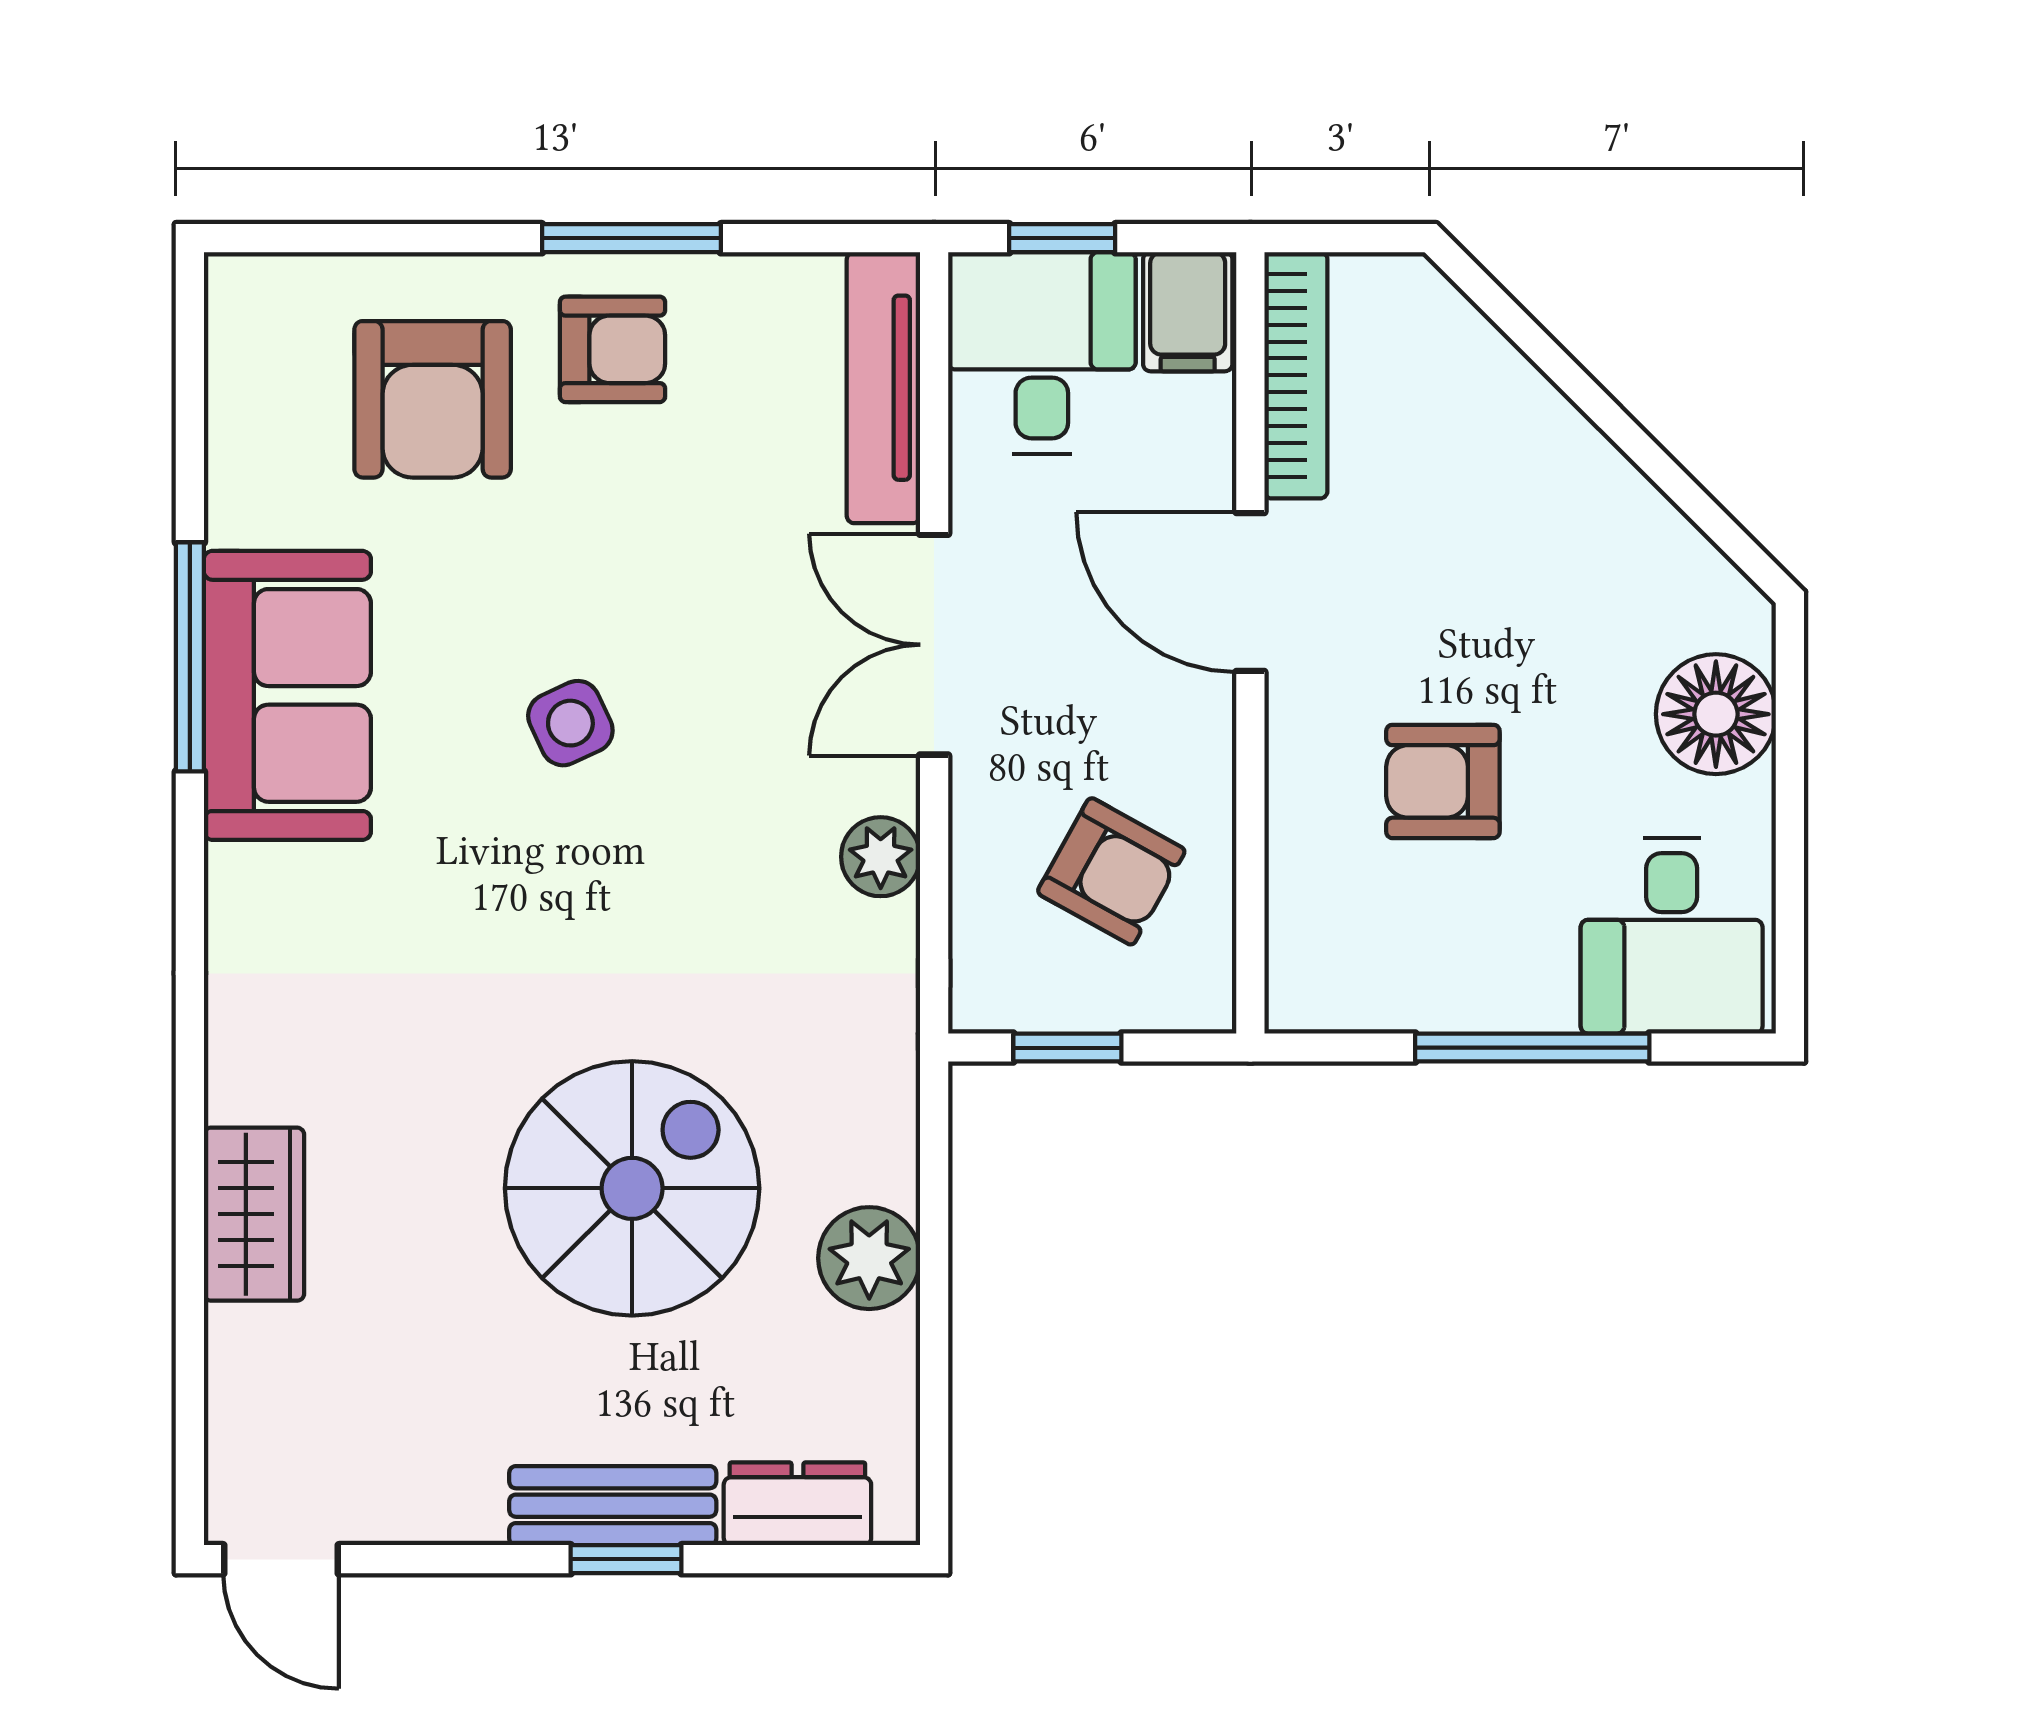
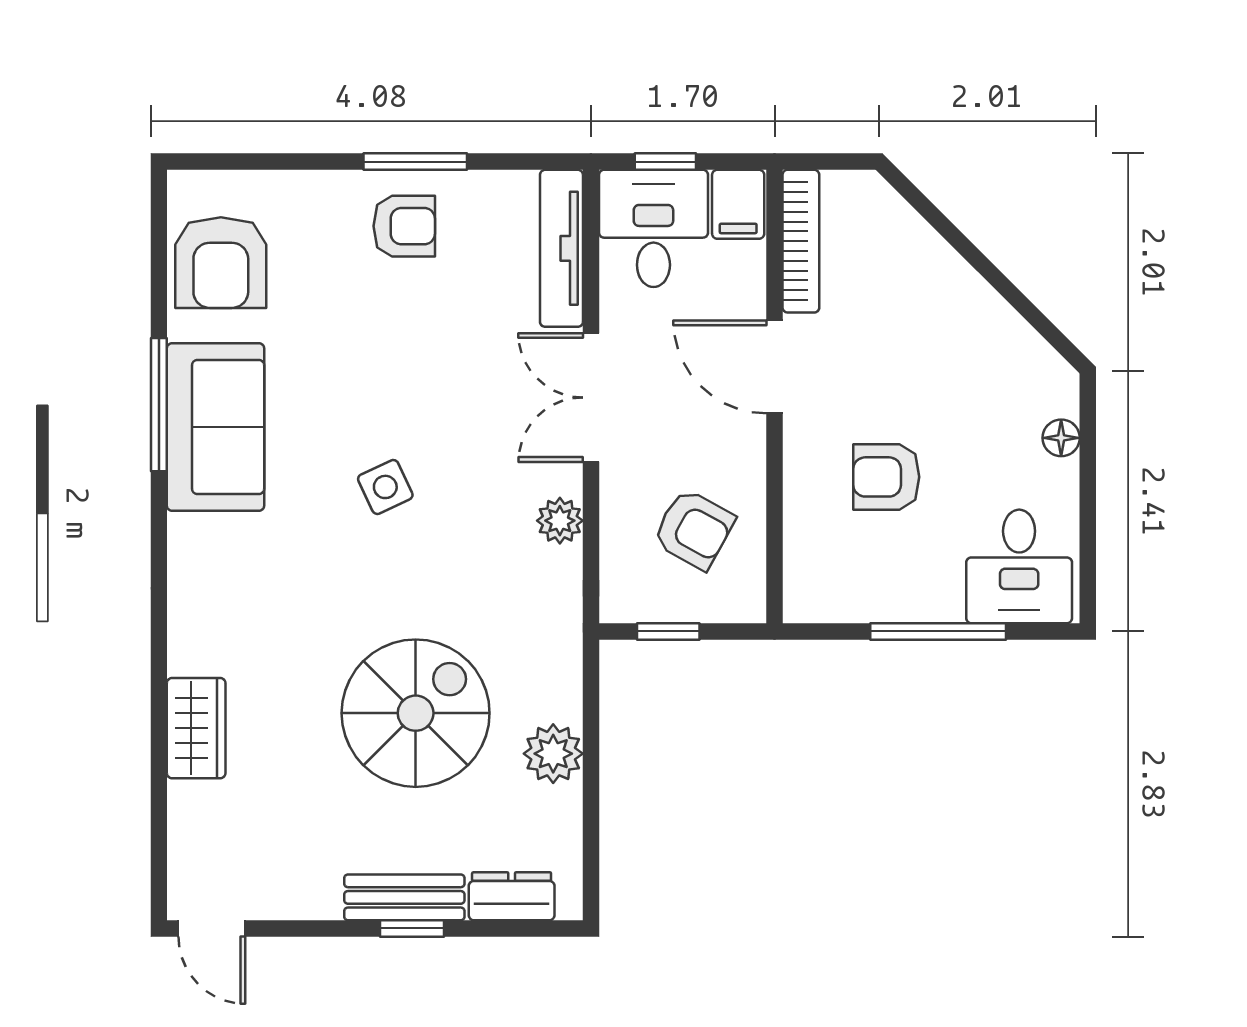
armchair: (433, 399) -> (221, 263), moved
floor lamp: (1716, 714) -> (1061, 438), width x0.53, depth x0.53
side table: (570, 723) -> (385, 487), moved

